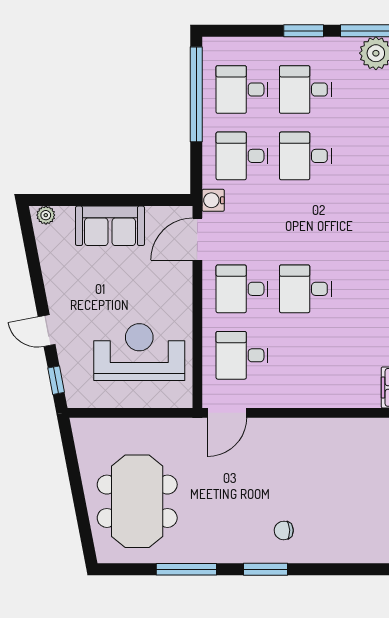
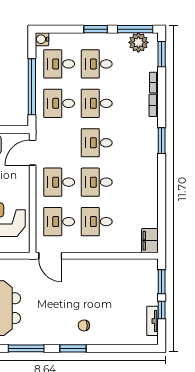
window: (196, 94) -> (32, 87), moved
water cooler: (213, 200) -> (42, 39), moved
desk: (305, 222) -> (97, 143), added
desk: (305, 355) -> (97, 222), added
door: (227, 413) -> (50, 256), hinge flipped

